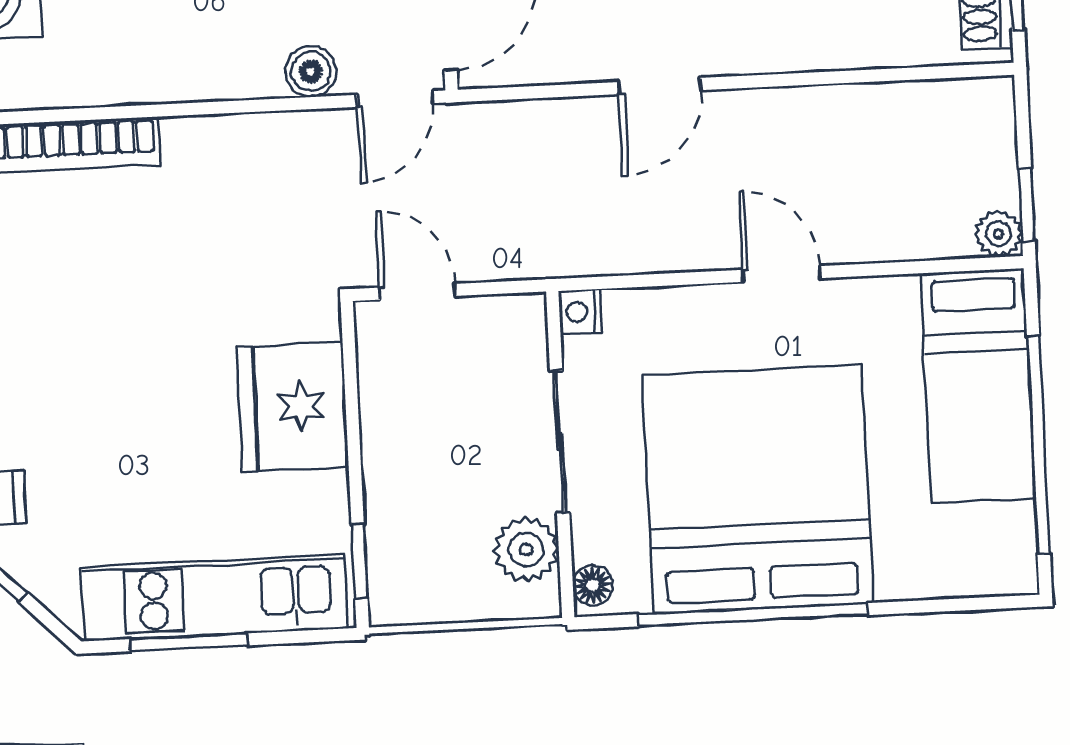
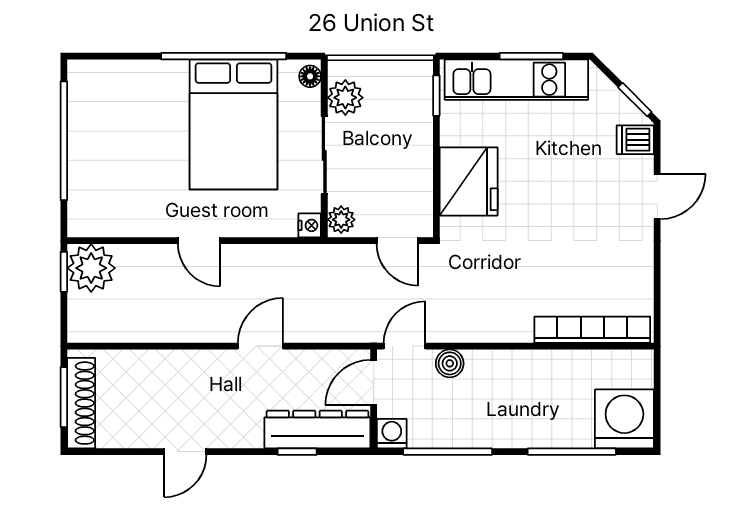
plant: (999, 234) -> (91, 268), width x1.88, depth x1.88
plant: (523, 325) -> (341, 220), added
bed: (978, 386) -> (95, 175), removed
bed: (758, 489) -> (234, 124), width x0.73

